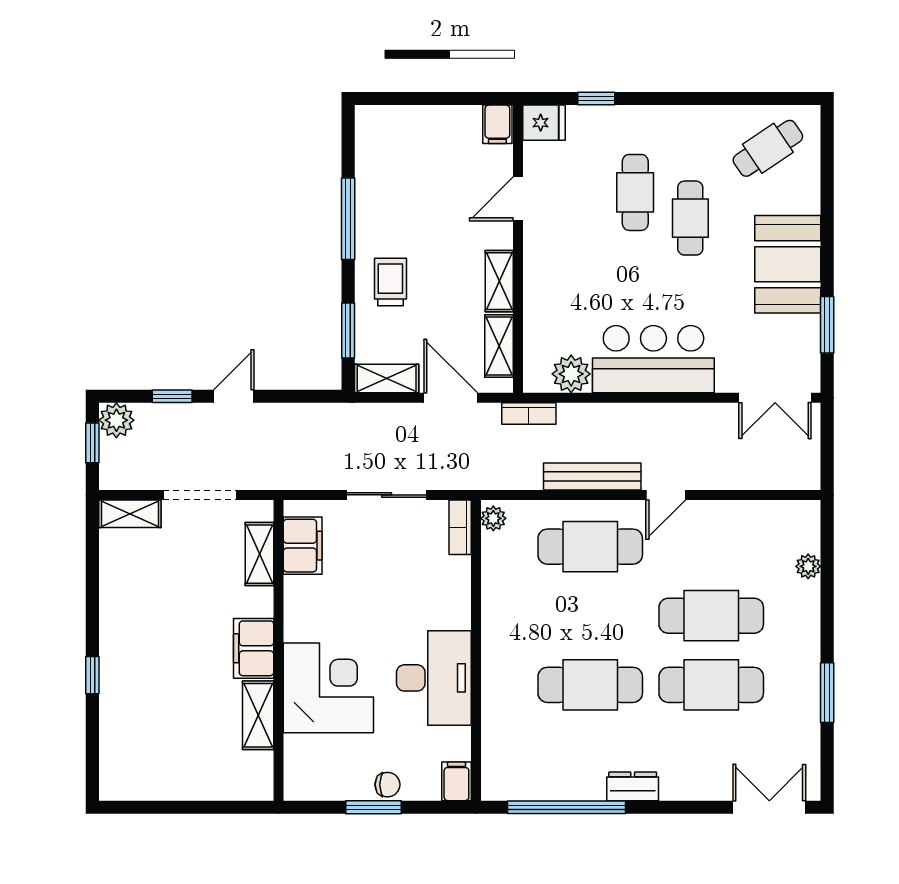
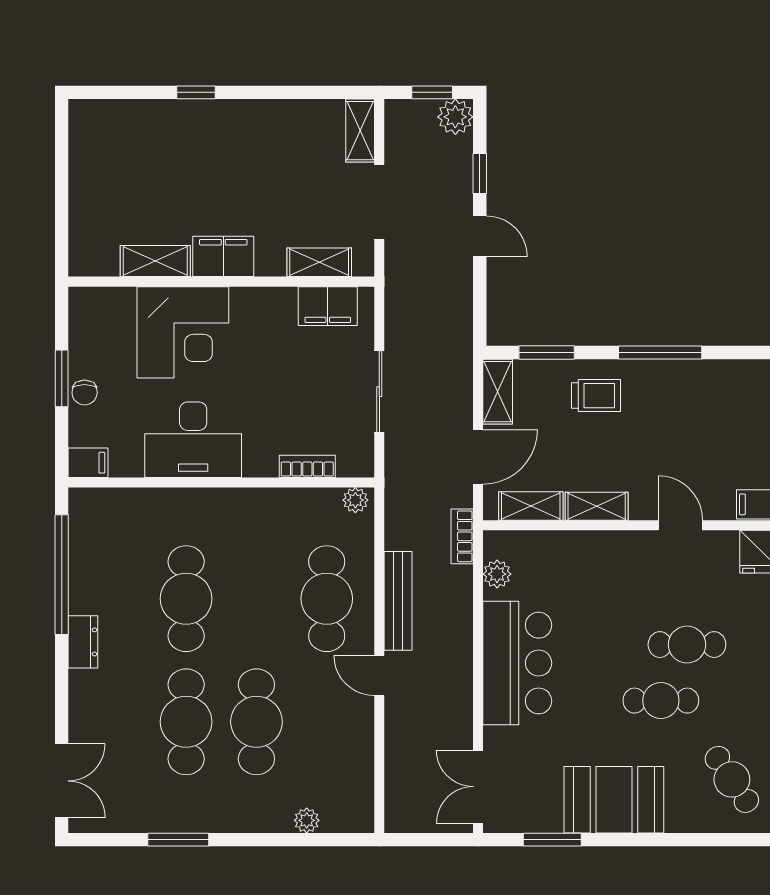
plant: (571, 374) -> (497, 574), width x0.73, depth x0.73
bookcase: (460, 527) -> (307, 466), moved

